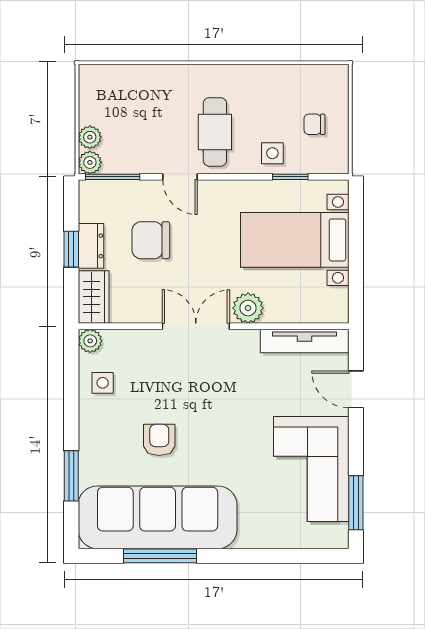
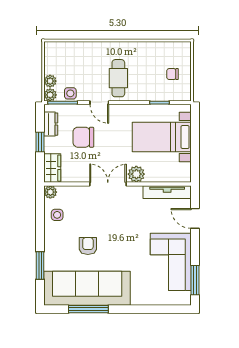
side table: (272, 153) -> (70, 93), moved
dresser: (91, 246) -> (51, 124), moved

